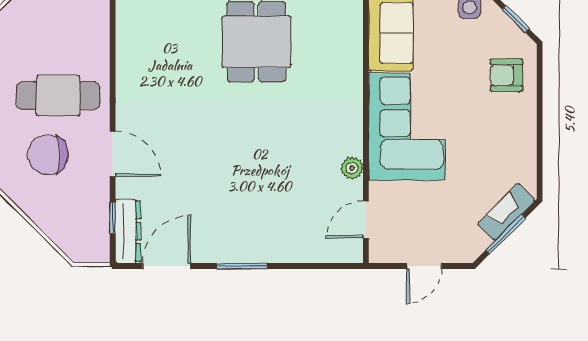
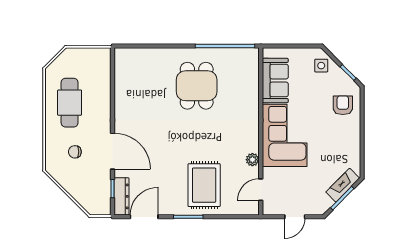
armchair: (506, 75) -> (343, 105), turned 90
cafe table: (58, 96) -> (70, 103), moved, turned 90
door: (113, 154) -> (113, 151), width x1.36
chair: (48, 155) -> (75, 152), width x0.54, depth x0.54
rug: (269, 212) -> (204, 185), added

